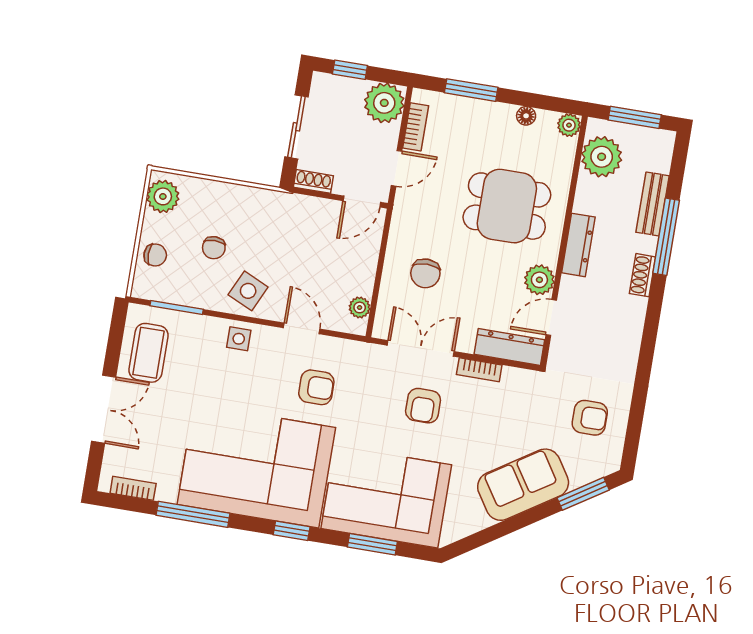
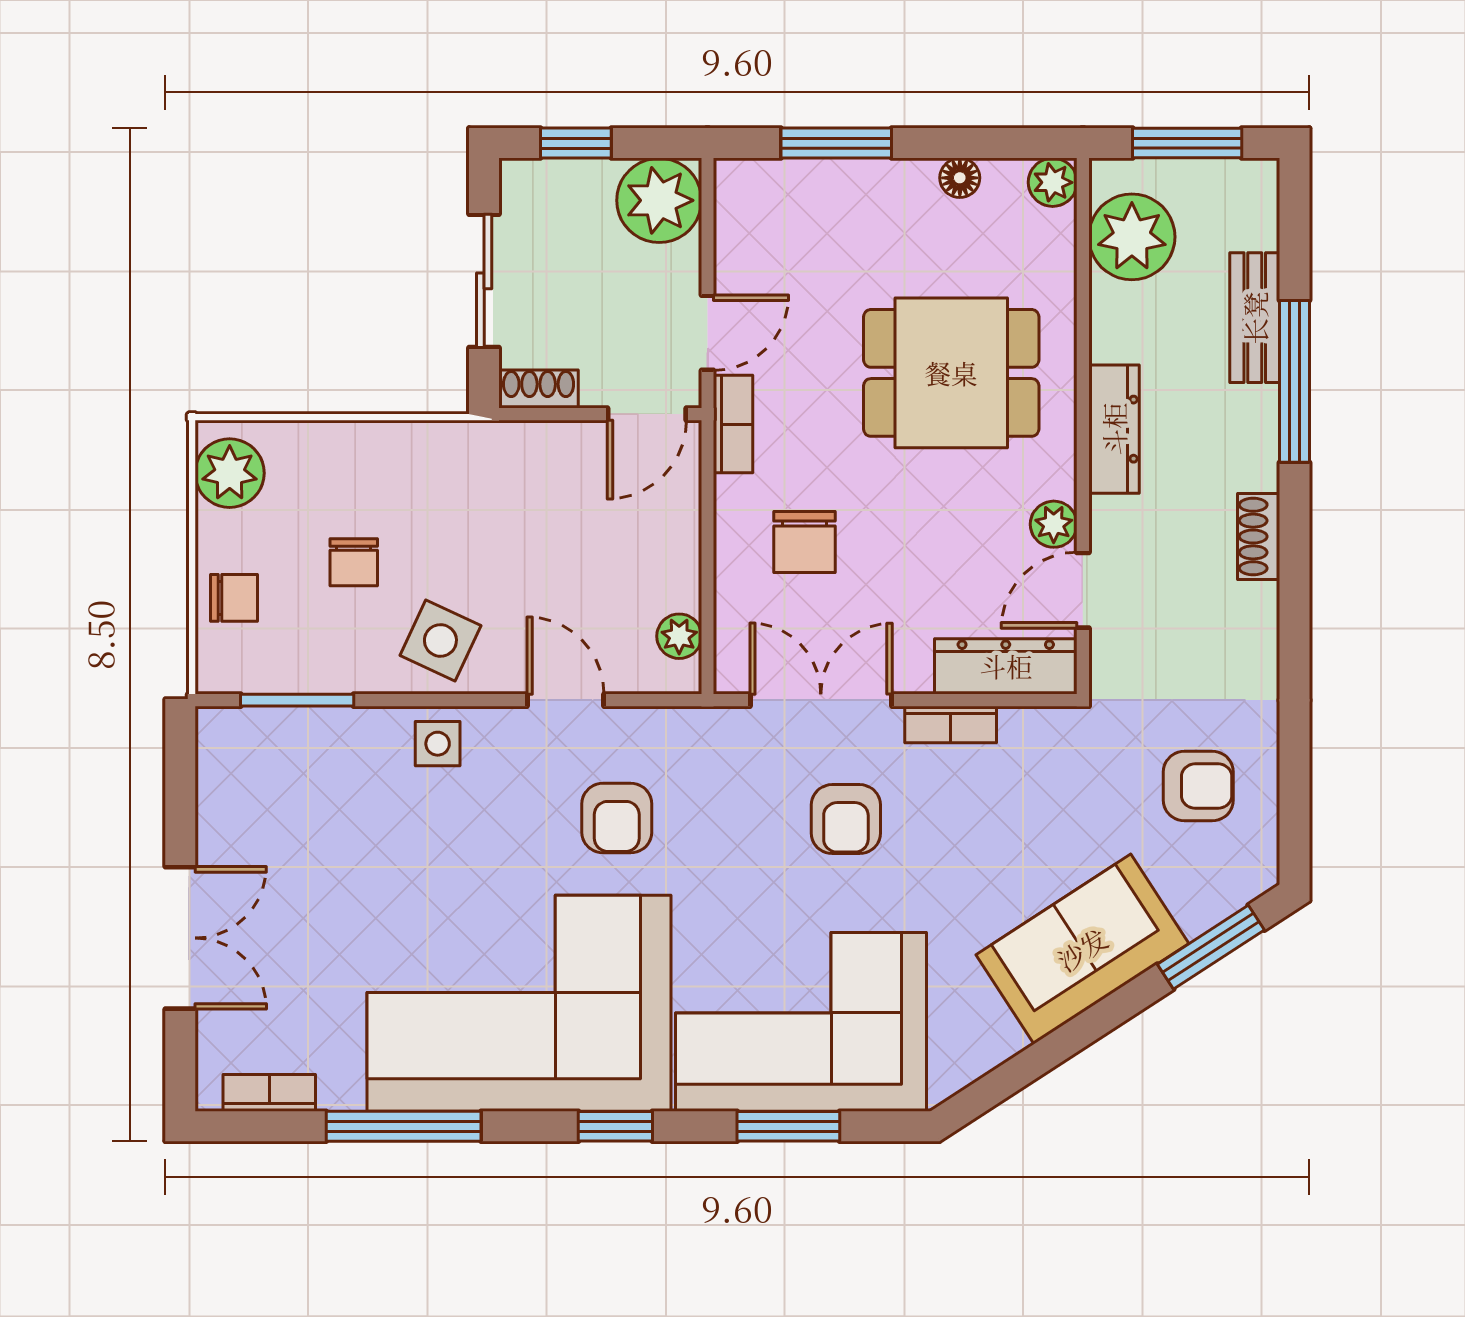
bookcase: (416, 127) -> (733, 424), moved
shoe rack: (642, 275) -> (1259, 537), moved
plant: (539, 280) -> (1054, 524), width x0.73, depth x0.73
coffee table: (148, 353) -> (254, 804), removed
armchair: (316, 387) -> (617, 818), turned 90

